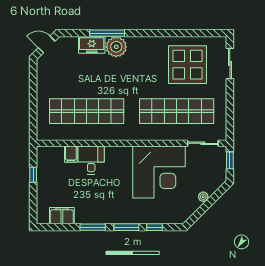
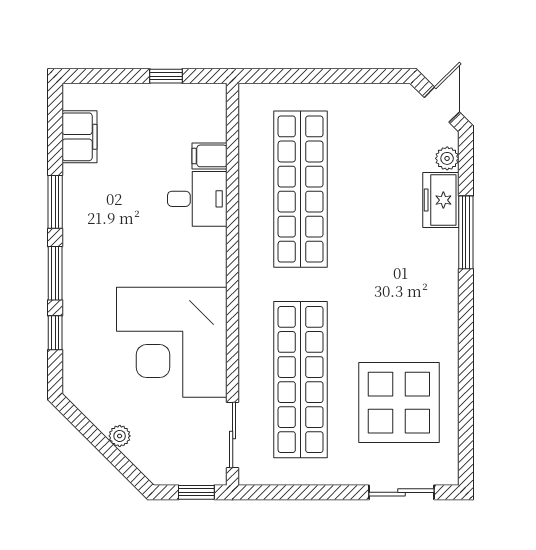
plant: (116, 47) -> (447, 158), moved, width x0.53, depth x0.53

